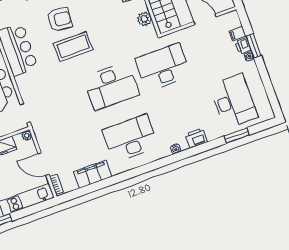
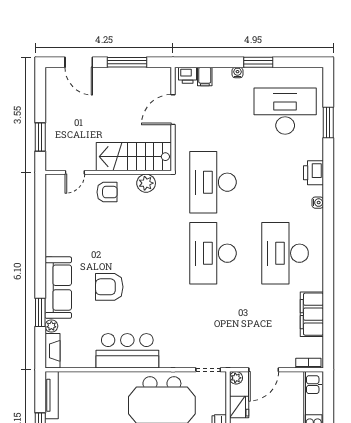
armchair: (59, 19) -> (109, 287), turned -96
coffee table: (73, 46) -> (148, 282), removed
printer: (243, 46) -> (188, 75), moved
window: (254, 46) -> (258, 62), moved
desk: (111, 86) -> (213, 253), turned 180
door: (44, 164) -> (264, 370), moved

